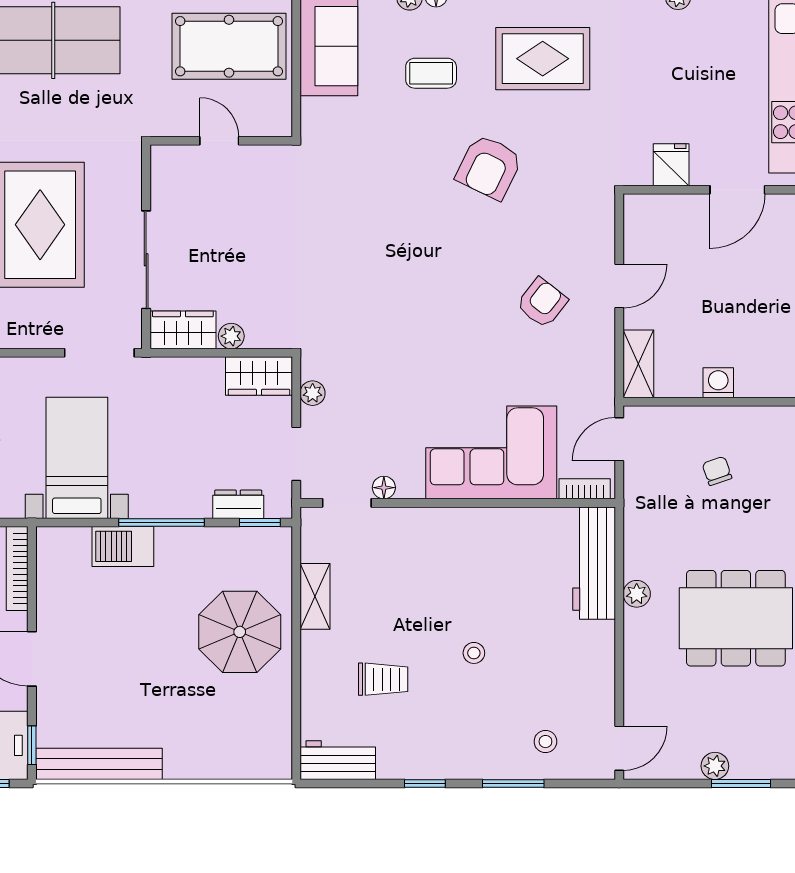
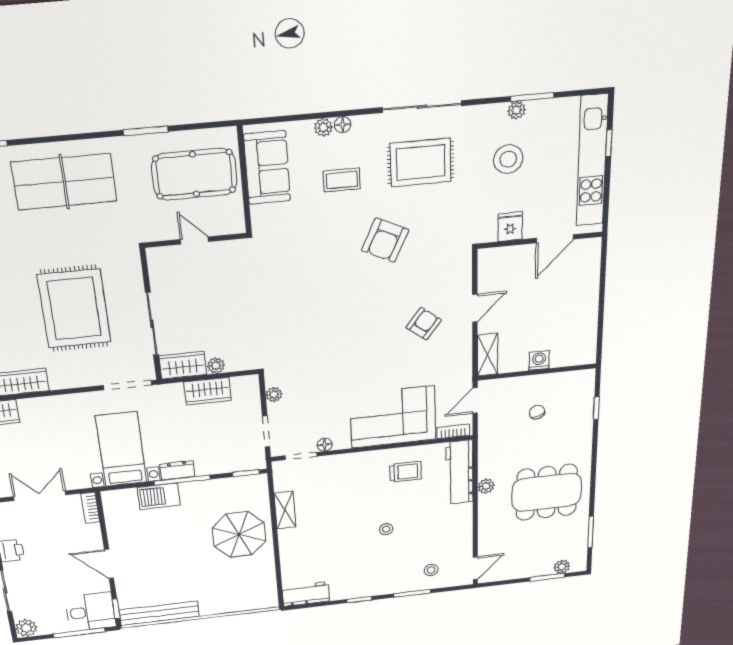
stool: (667, 65) -> (508, 159), added
wardrobe: (259, 376) -> (208, 391), moved
dresser: (238, 504) -> (177, 470), moved
bookcase: (17, 568) -> (90, 508), width x0.64
trolley: (383, 679) -> (406, 472), moved
plant: (715, 766) -> (562, 567), moved

